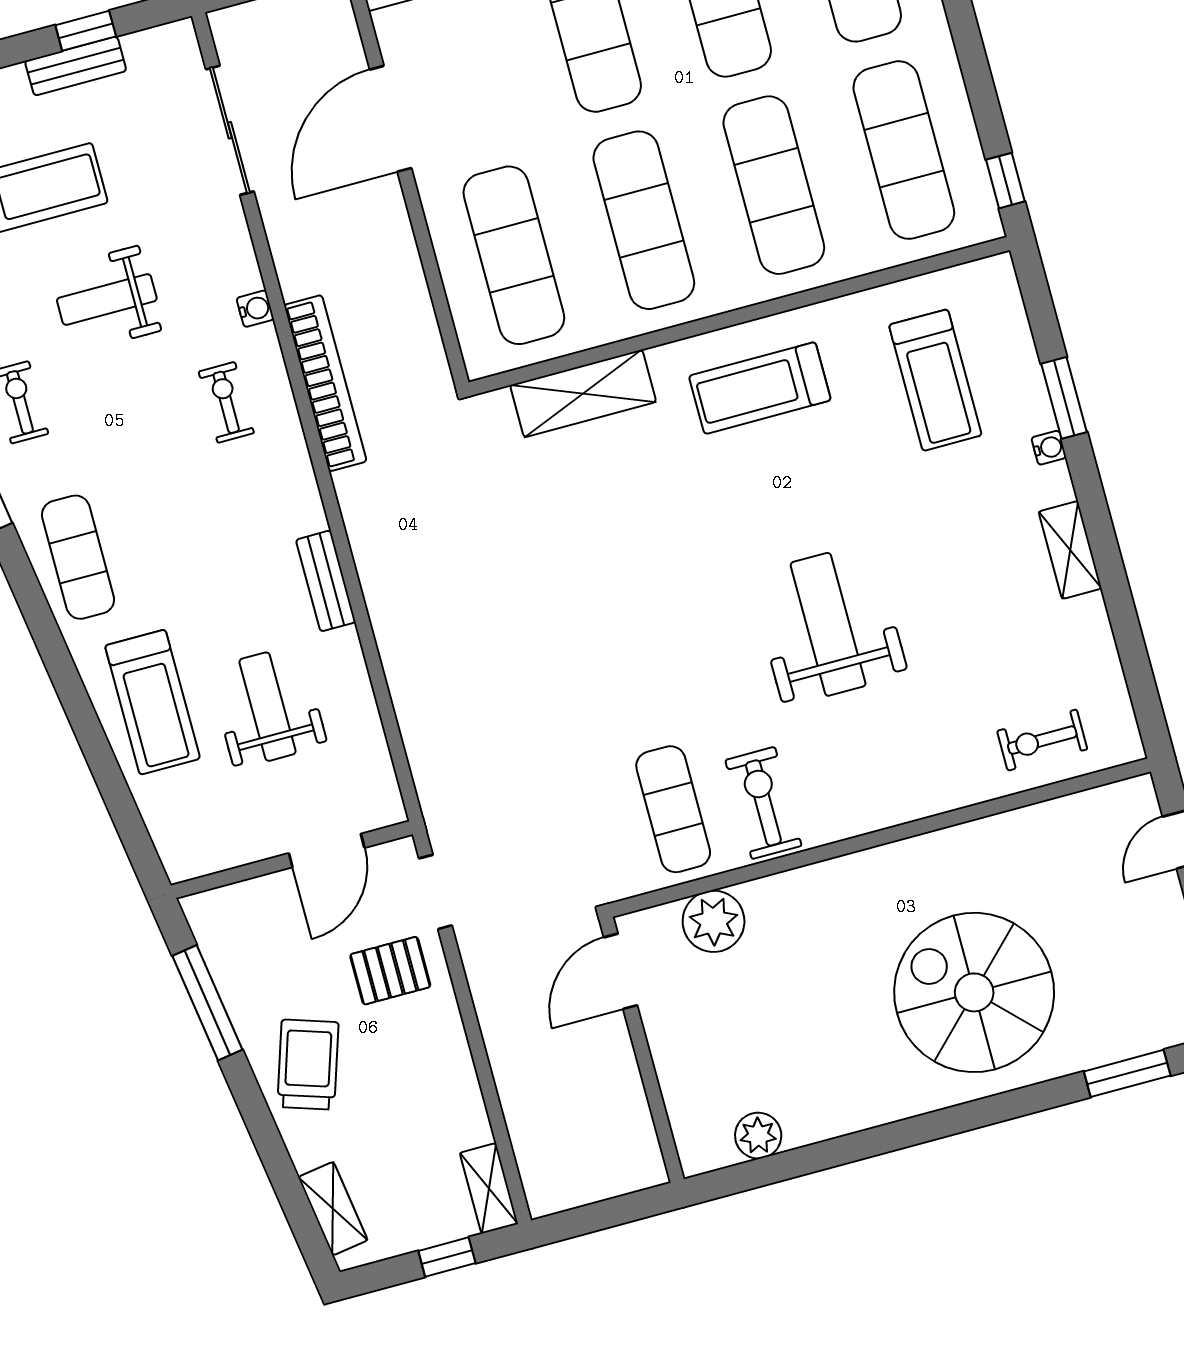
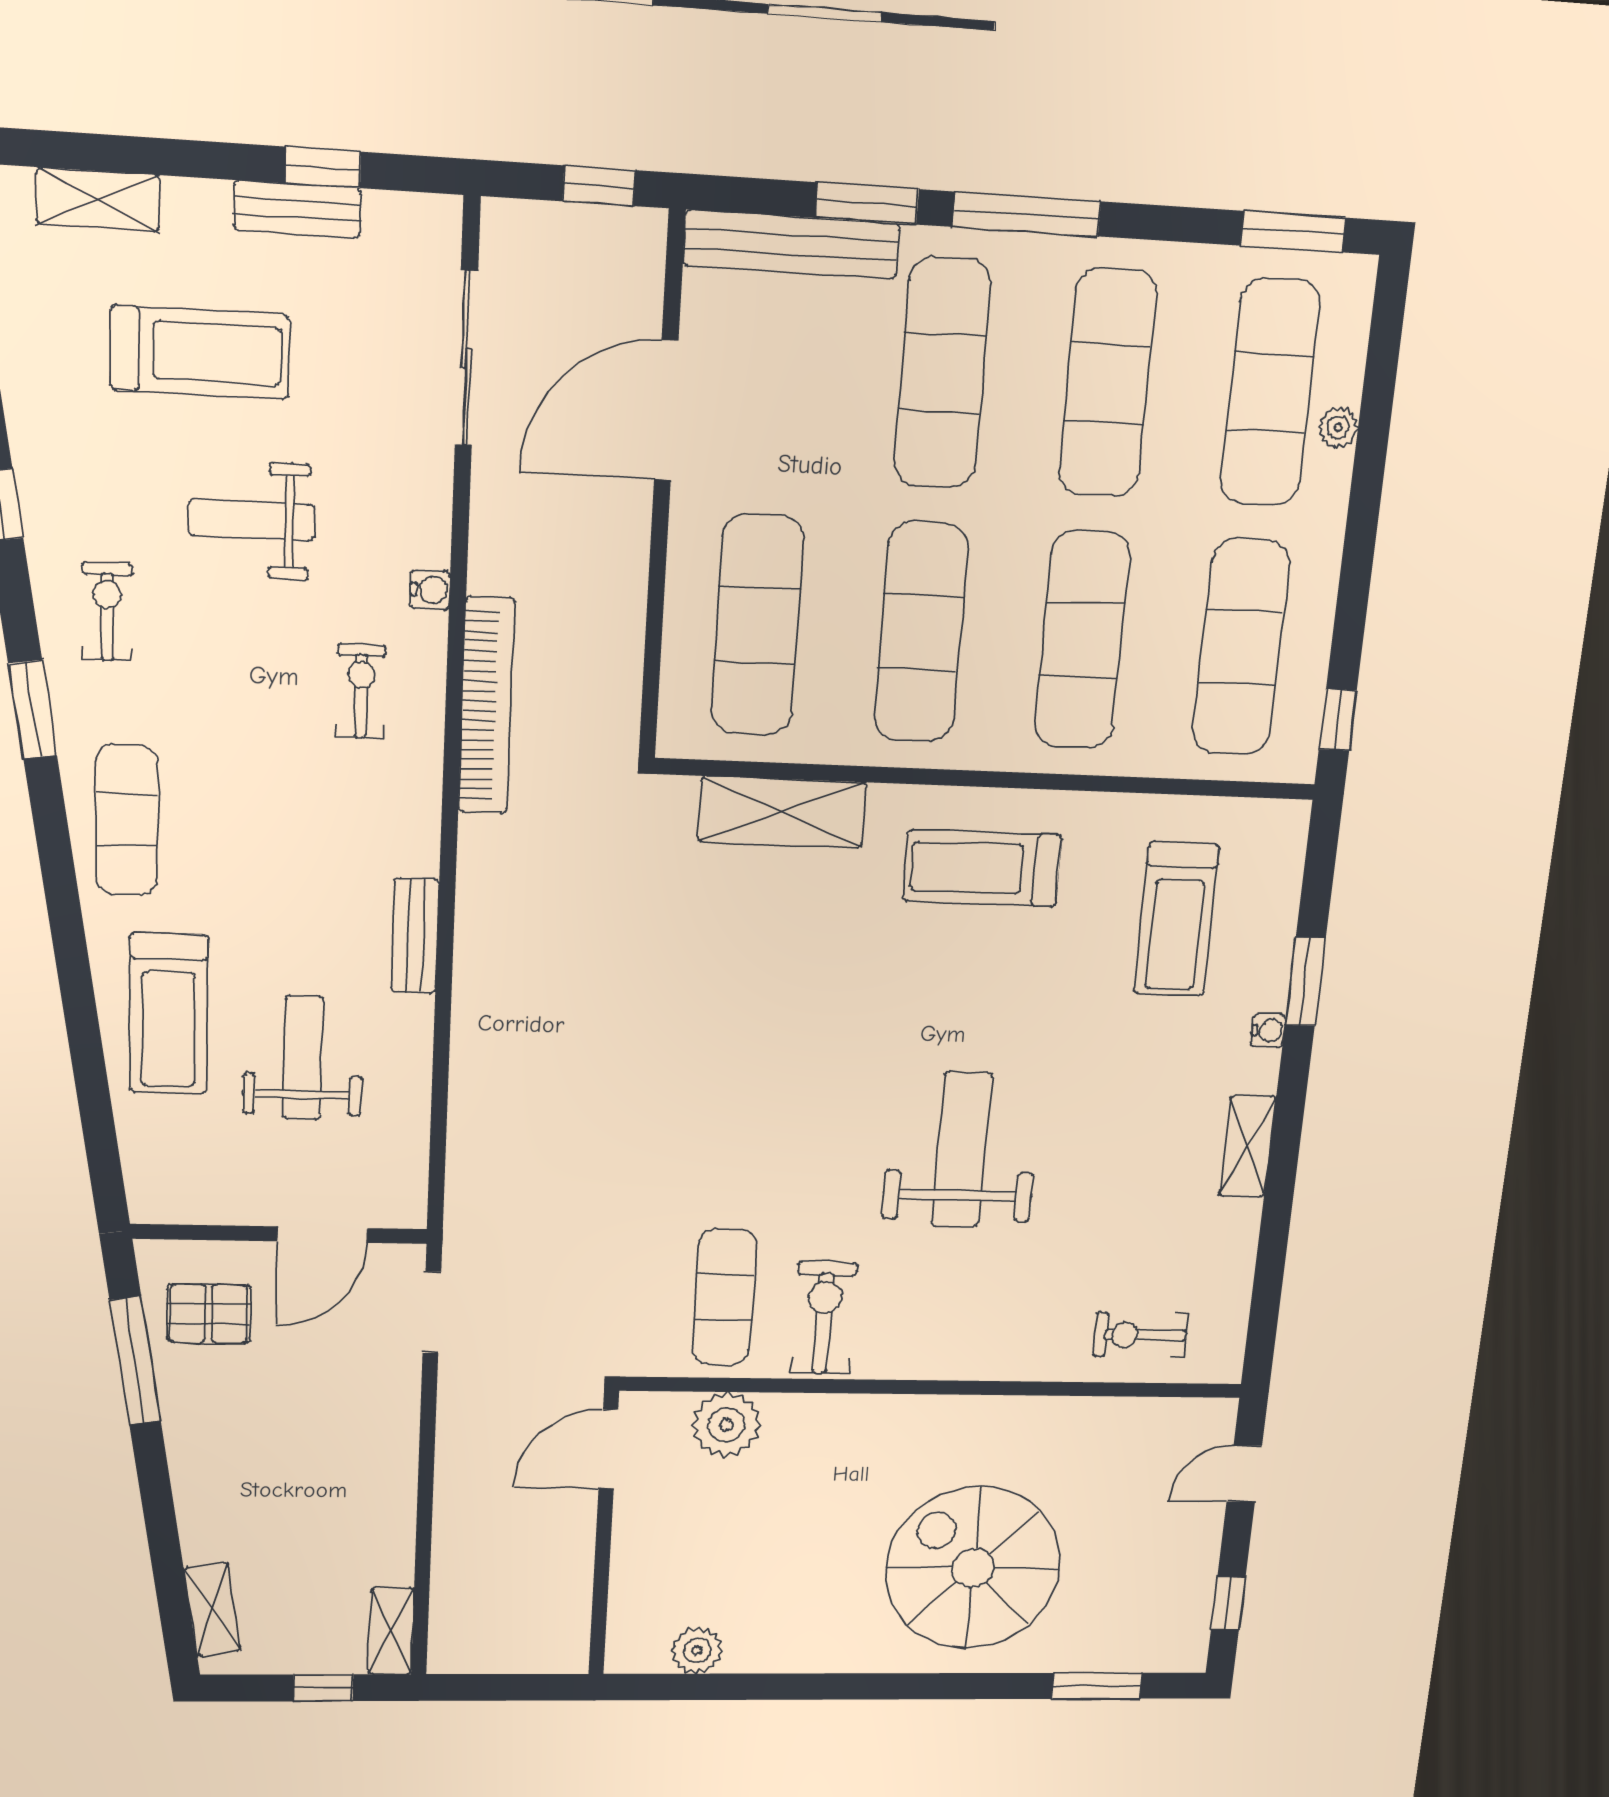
pallet: (390, 971) -> (209, 1314), moved
trolley: (308, 1065) -> (231, 1455), removed

